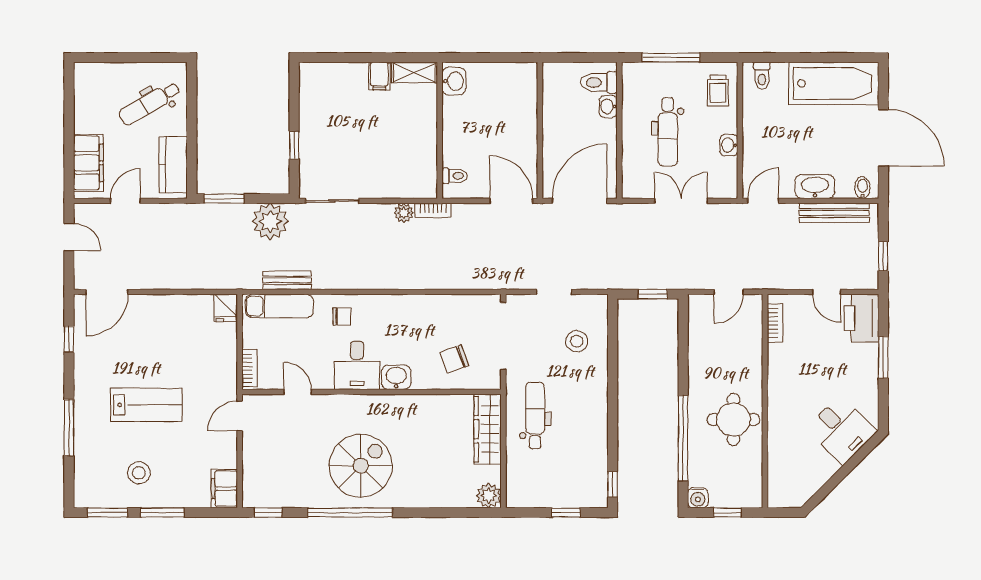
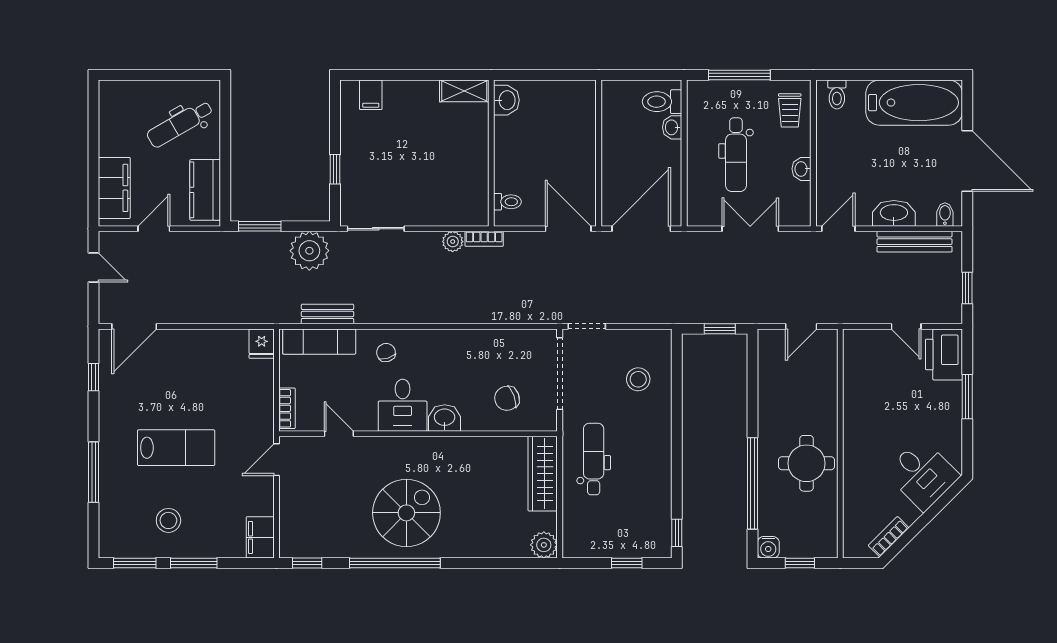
filing cabinet: (379, 76) -> (371, 95), moved
doorway: (554, 292) -> (587, 326), moved
chair: (342, 316) -> (386, 353), turned -107
bookcase: (775, 323) -> (889, 537), moved, turned -135

